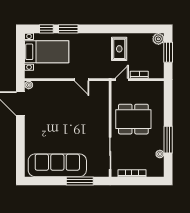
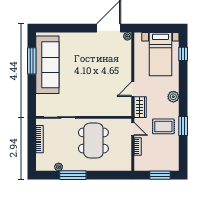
window: (68, 29) -> (183, 126), moved
plant: (158, 39) -> (173, 97), moved
wardrobe: (100, 72) -> (140, 107), added
window: (80, 181) -> (32, 61), moved

